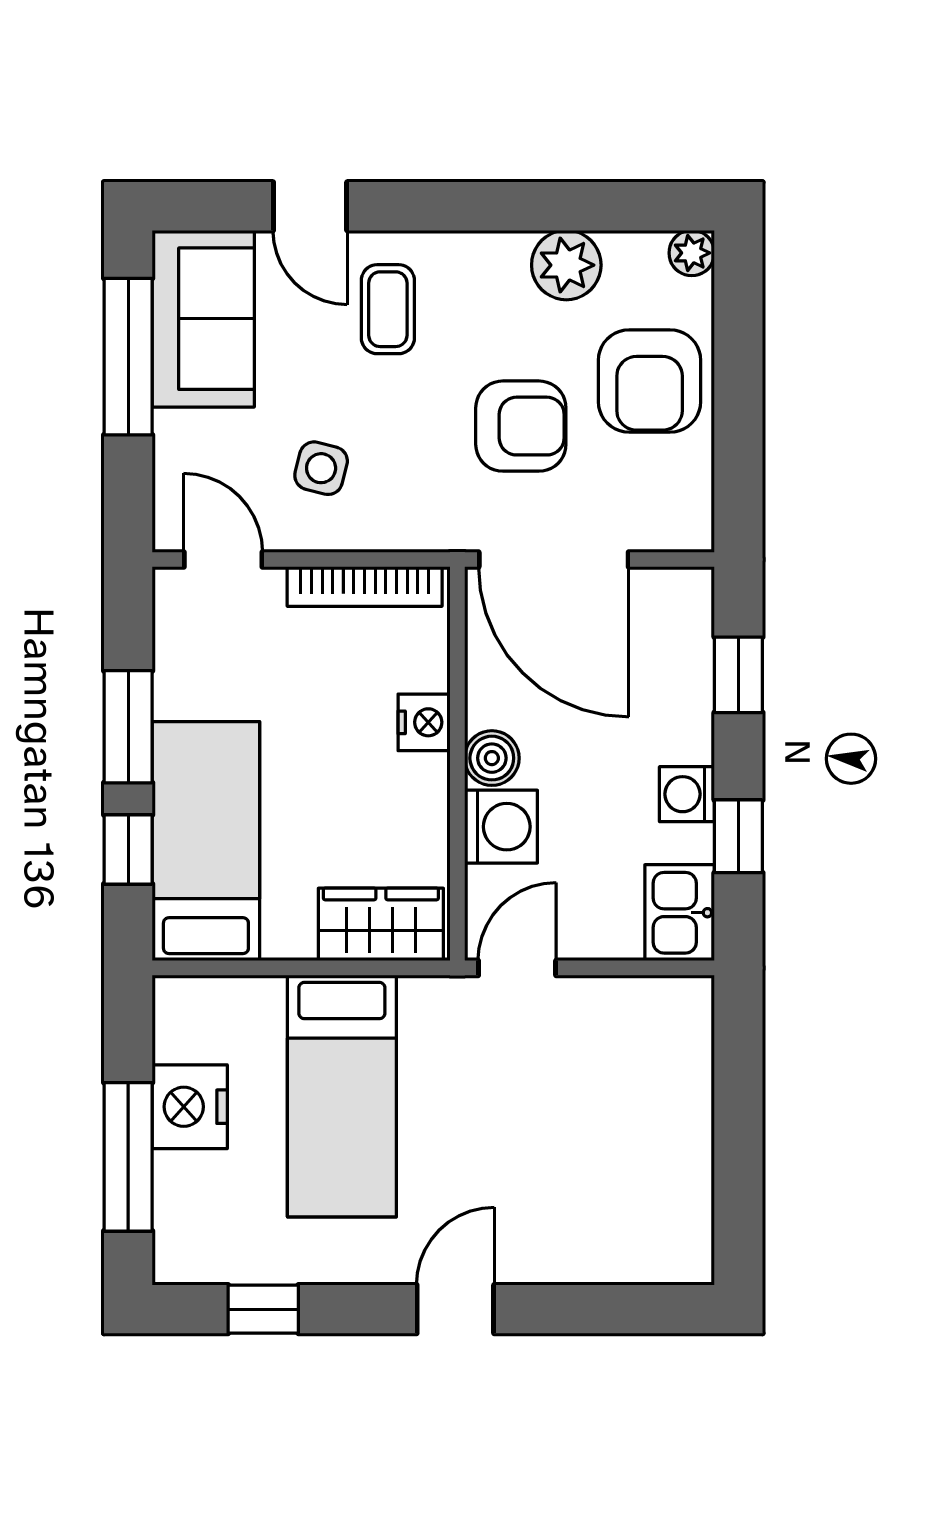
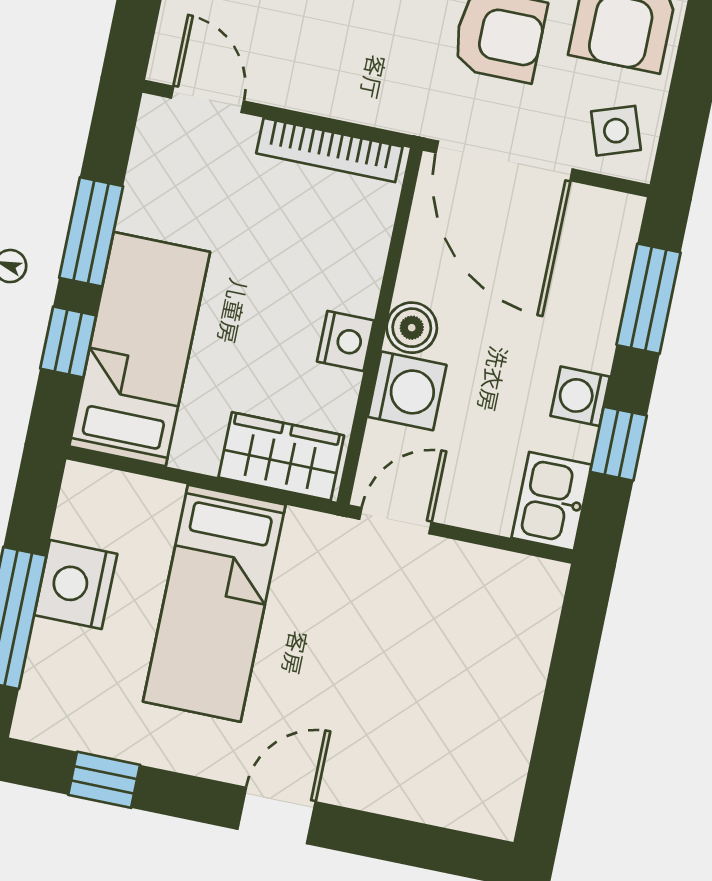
side table: (321, 468) -> (616, 131), moved, turned -33
window: (738, 675) -> (649, 299), width x1.50
nightstand: (424, 722) -> (346, 341), moved

